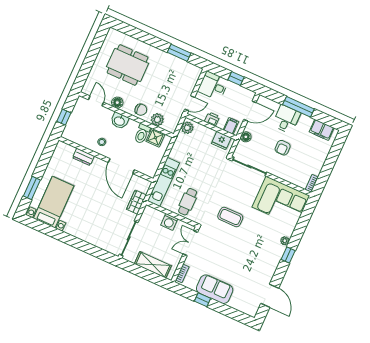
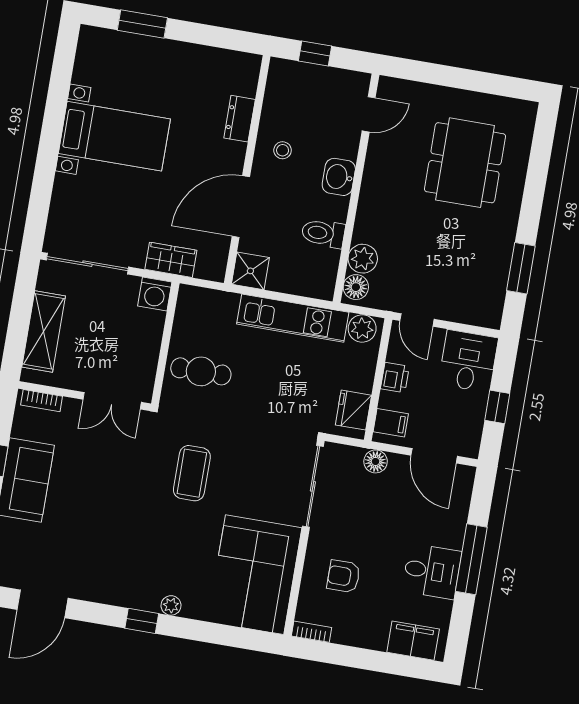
floor lamp: (117, 103) -> (356, 287), moved
chair: (141, 110) -> (375, 217), removed
desk: (286, 119) -> (432, 571), moved
filing cabinet: (322, 130) -> (413, 641), moved, turned 90
shower: (155, 138) -> (250, 271), moved
armchair: (283, 148) -> (343, 576), moved
kitchen unit: (163, 182) -> (293, 318), moved
bed with nightstands: (54, 202) -> (114, 136), moved
washing machine: (169, 222) -> (155, 294), moved, turned -90
double door: (190, 243) -> (112, 401), swing flipped

